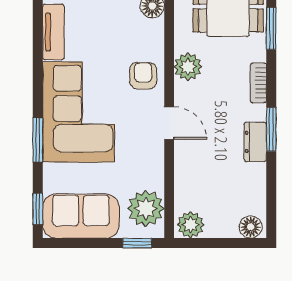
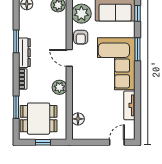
armchair: (143, 76) -> (81, 37), moved
window: (271, 129) -> (16, 41), moved
dresser: (255, 142) -> (24, 53), width x1.44

